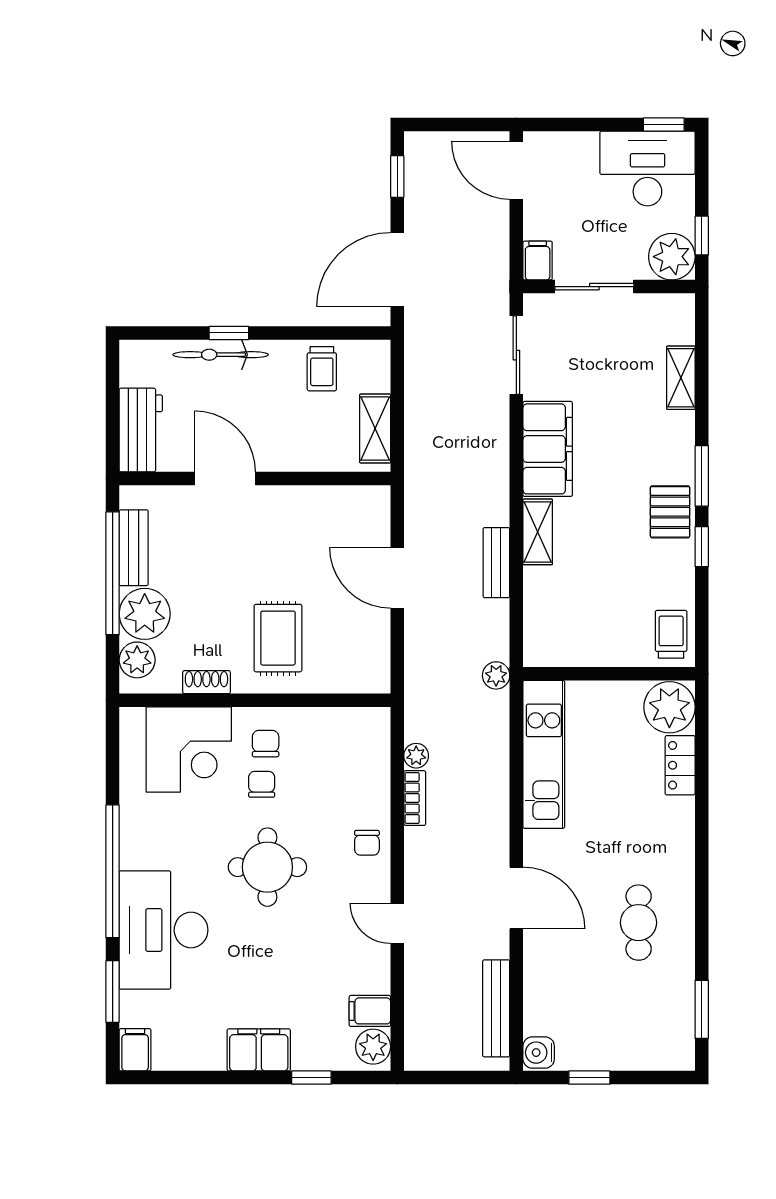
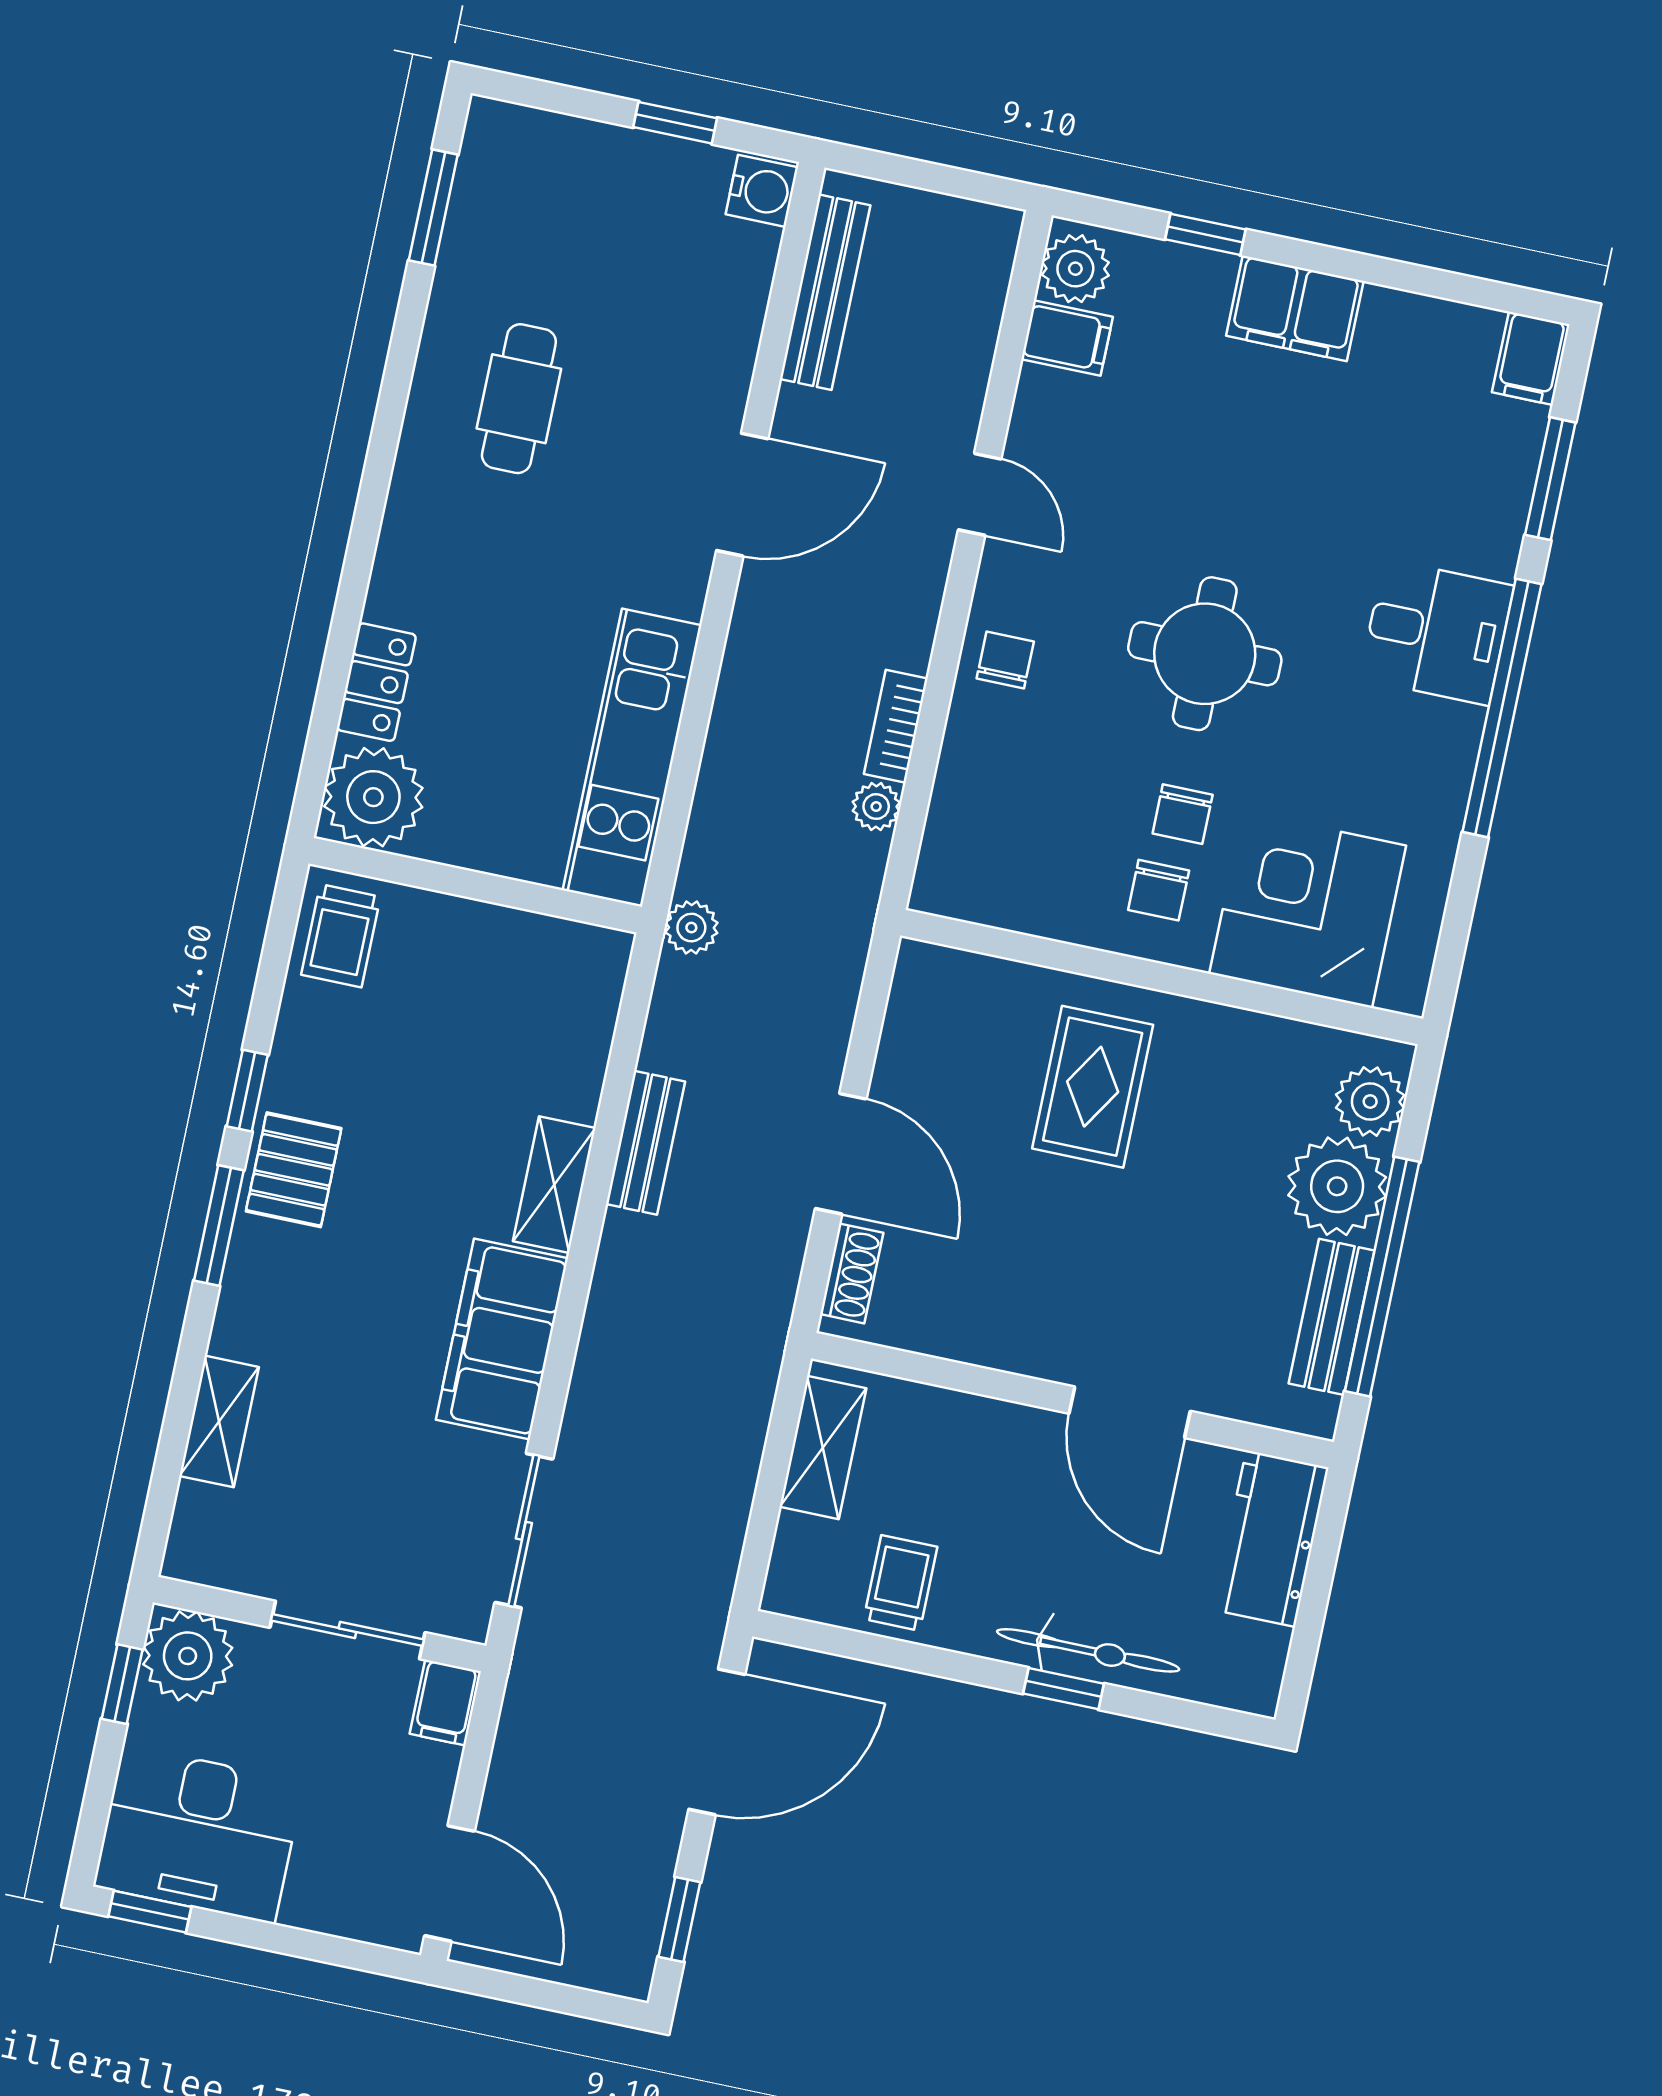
shoe rack: (206, 682) -> (852, 1273), moved, turned -90
door: (516, 898) -> (742, 495), swing flipped
desk: (164, 930) -> (1437, 632), width x0.53, depth x0.77

